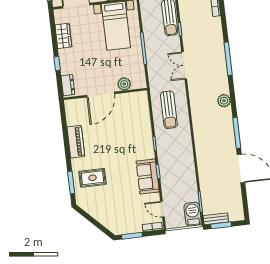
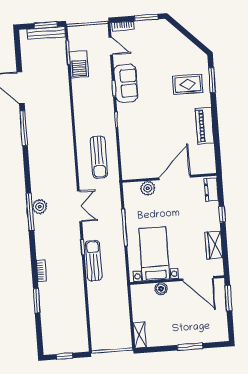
plant: (224, 101) -> (40, 207), moved
sun lounger: (169, 110) -> (99, 157), turned 180
barbecue: (193, 214) -> (79, 64), moved
bench: (216, 219) -> (46, 33), width x1.36

